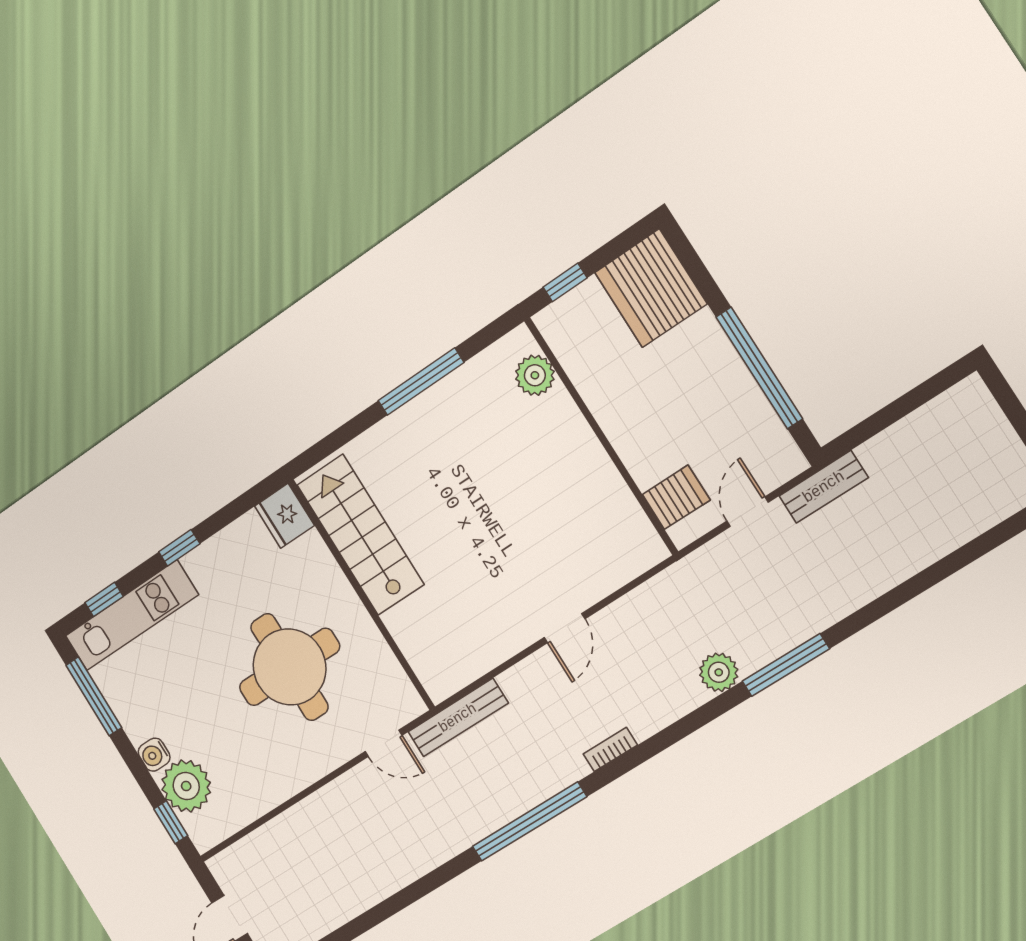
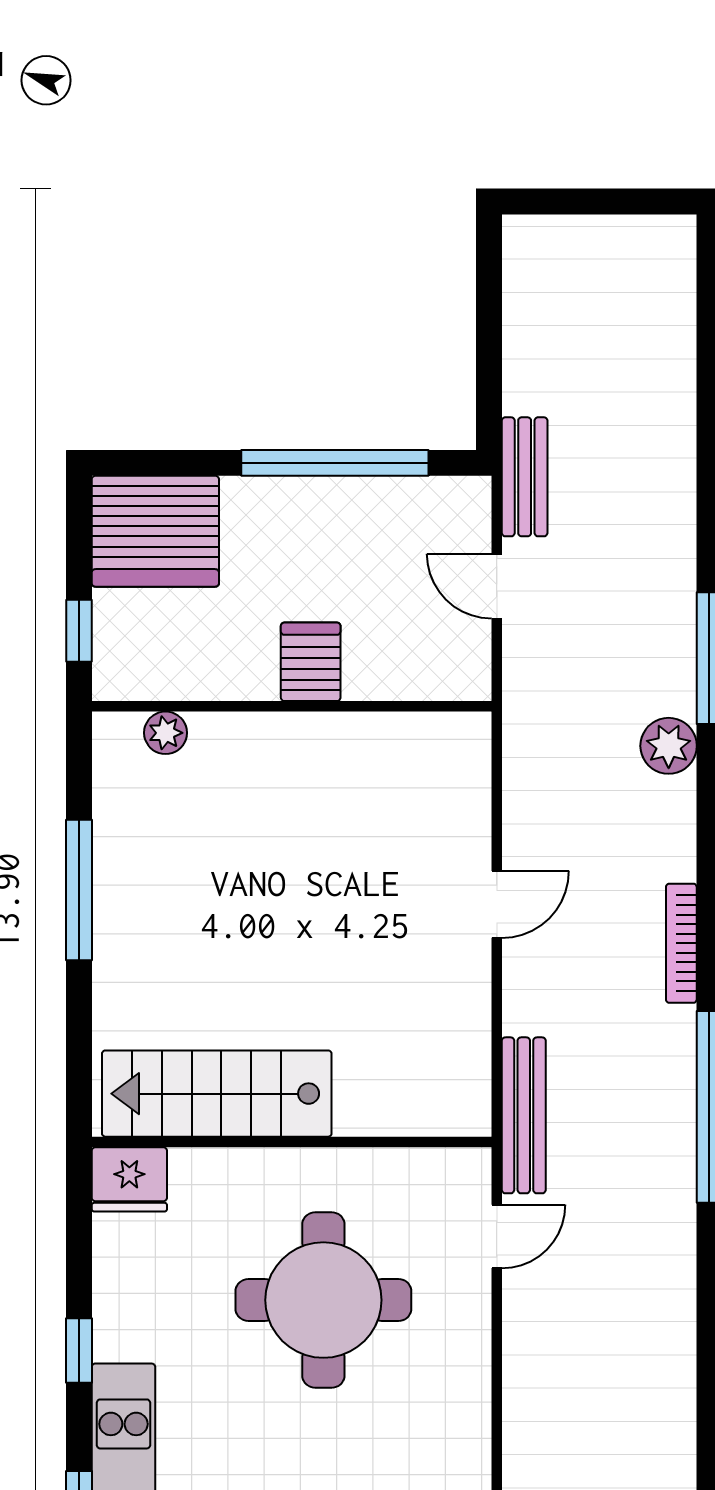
plant: (535, 375) -> (166, 733), width x0.73, depth x0.73
server rack: (676, 497) -> (311, 662), moved
door: (565, 628) -> (497, 904), hinge flipped
bookcase: (610, 749) -> (681, 943), width x1.56

